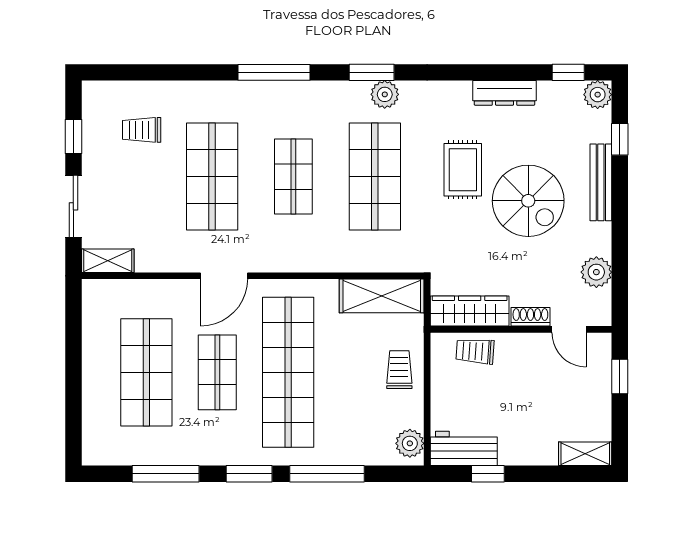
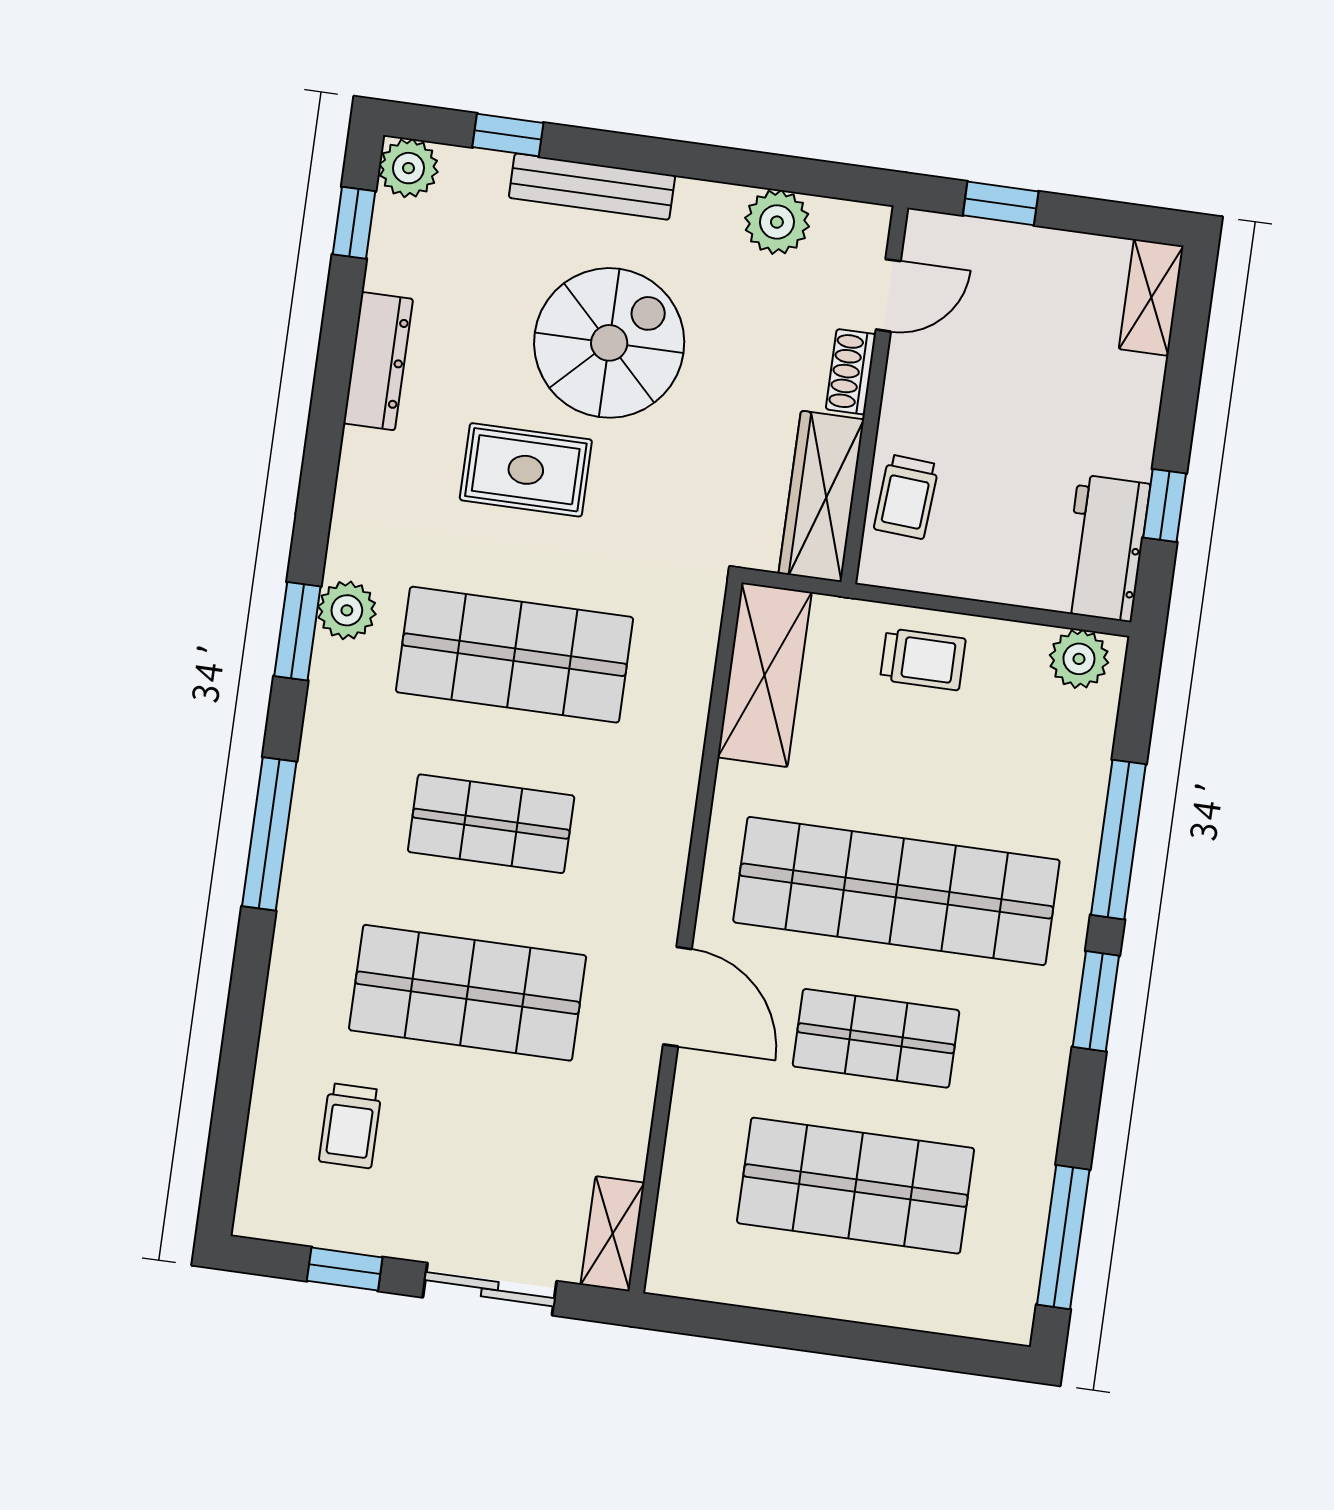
trolley: (399, 370) -> (923, 659), turned 180
window: (166, 474) -> (1063, 1237), moved

